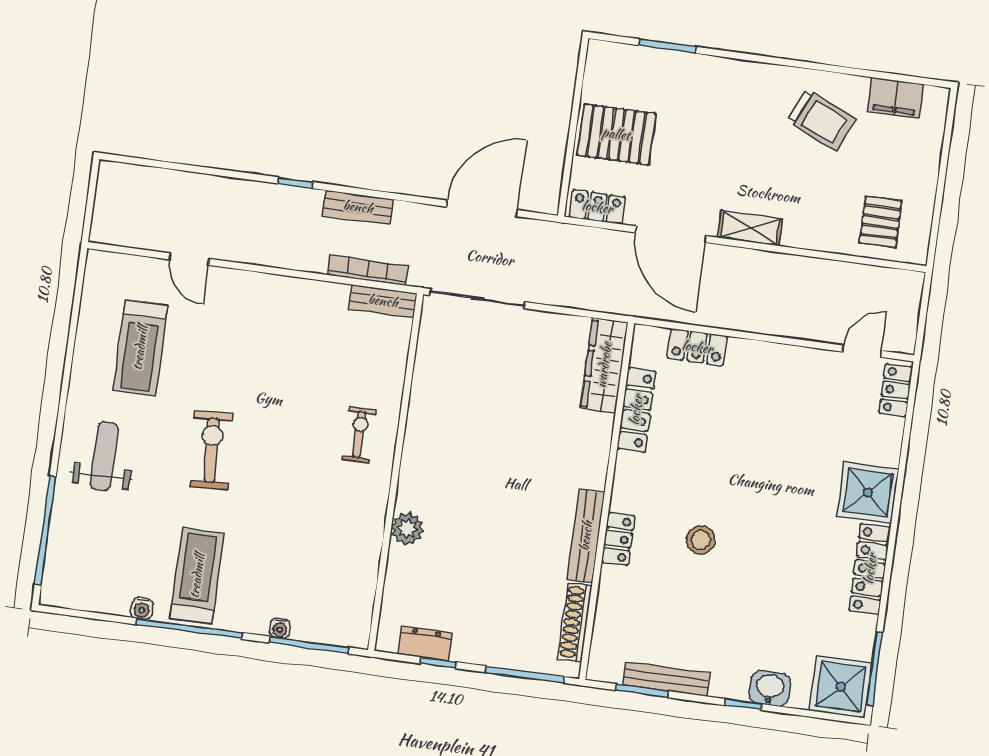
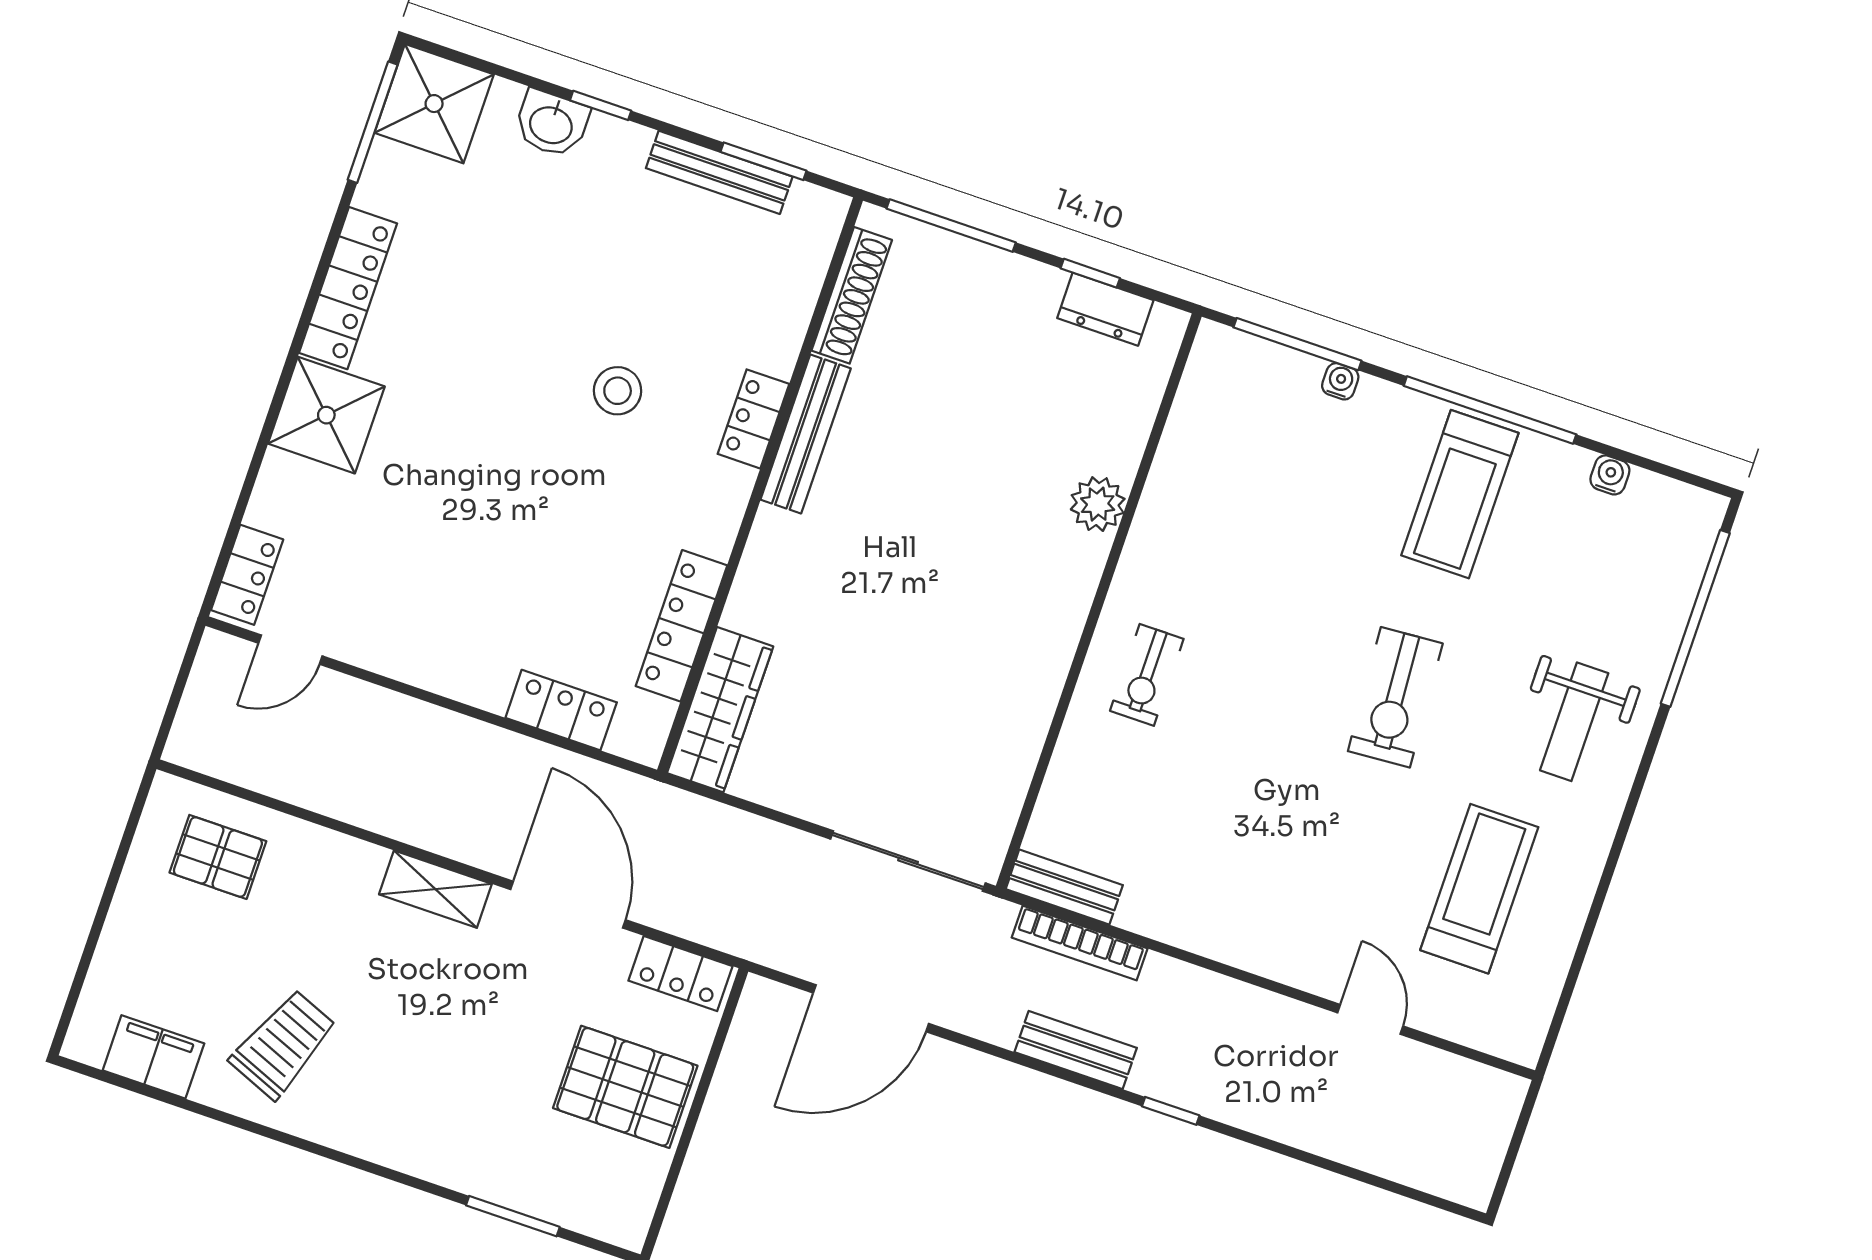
trolley: (821, 120) -> (283, 1044), turned 88
pallet: (881, 222) -> (218, 857), turned 90
water cooler: (142, 609) -> (1610, 475), moved

